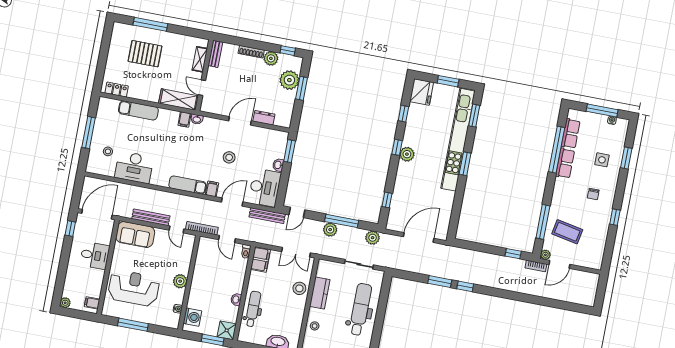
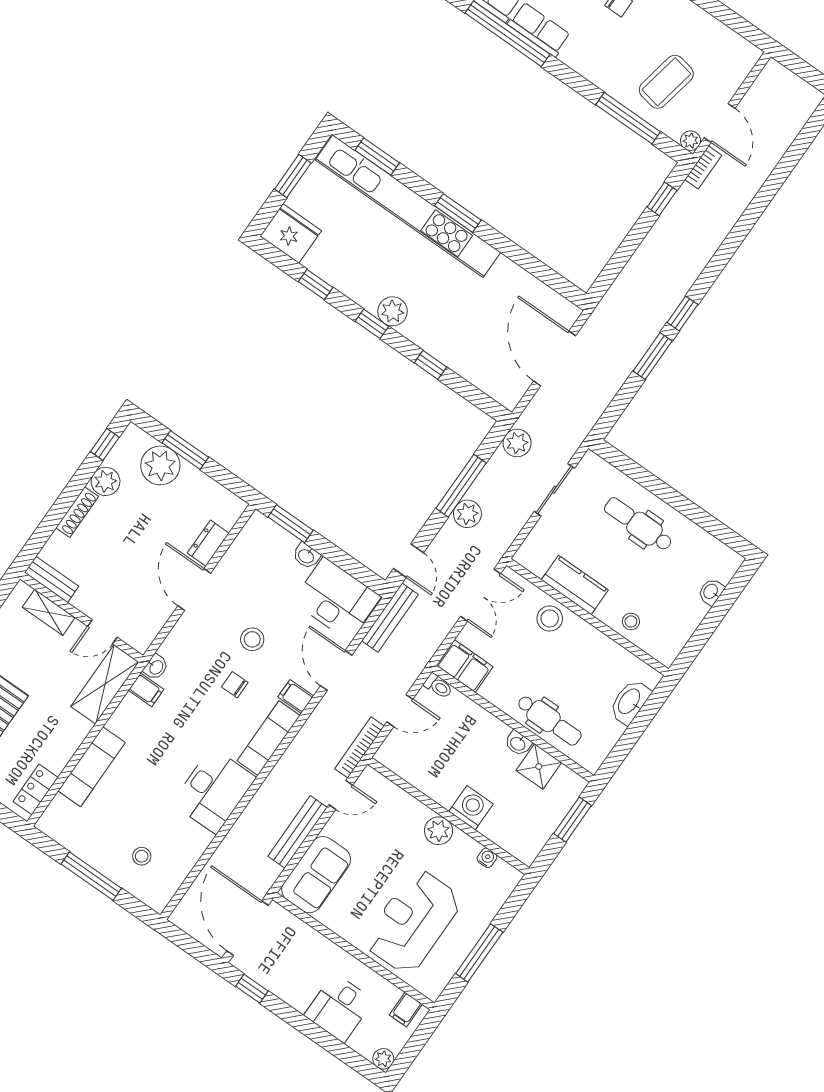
chair: (205, 159) -> (235, 685), added
desk: (134, 167) -> (214, 790), moved
window: (387, 200) -> (430, 365), moved
desk: (95, 255) -> (339, 1008), moved, turned 180
dental chair: (253, 309) -> (549, 720), turned 180
dental chair: (360, 309) -> (638, 524), width x0.73, depth x0.72
washing machine: (192, 317) -> (471, 808), moved
shower: (227, 330) -> (539, 766), moved

